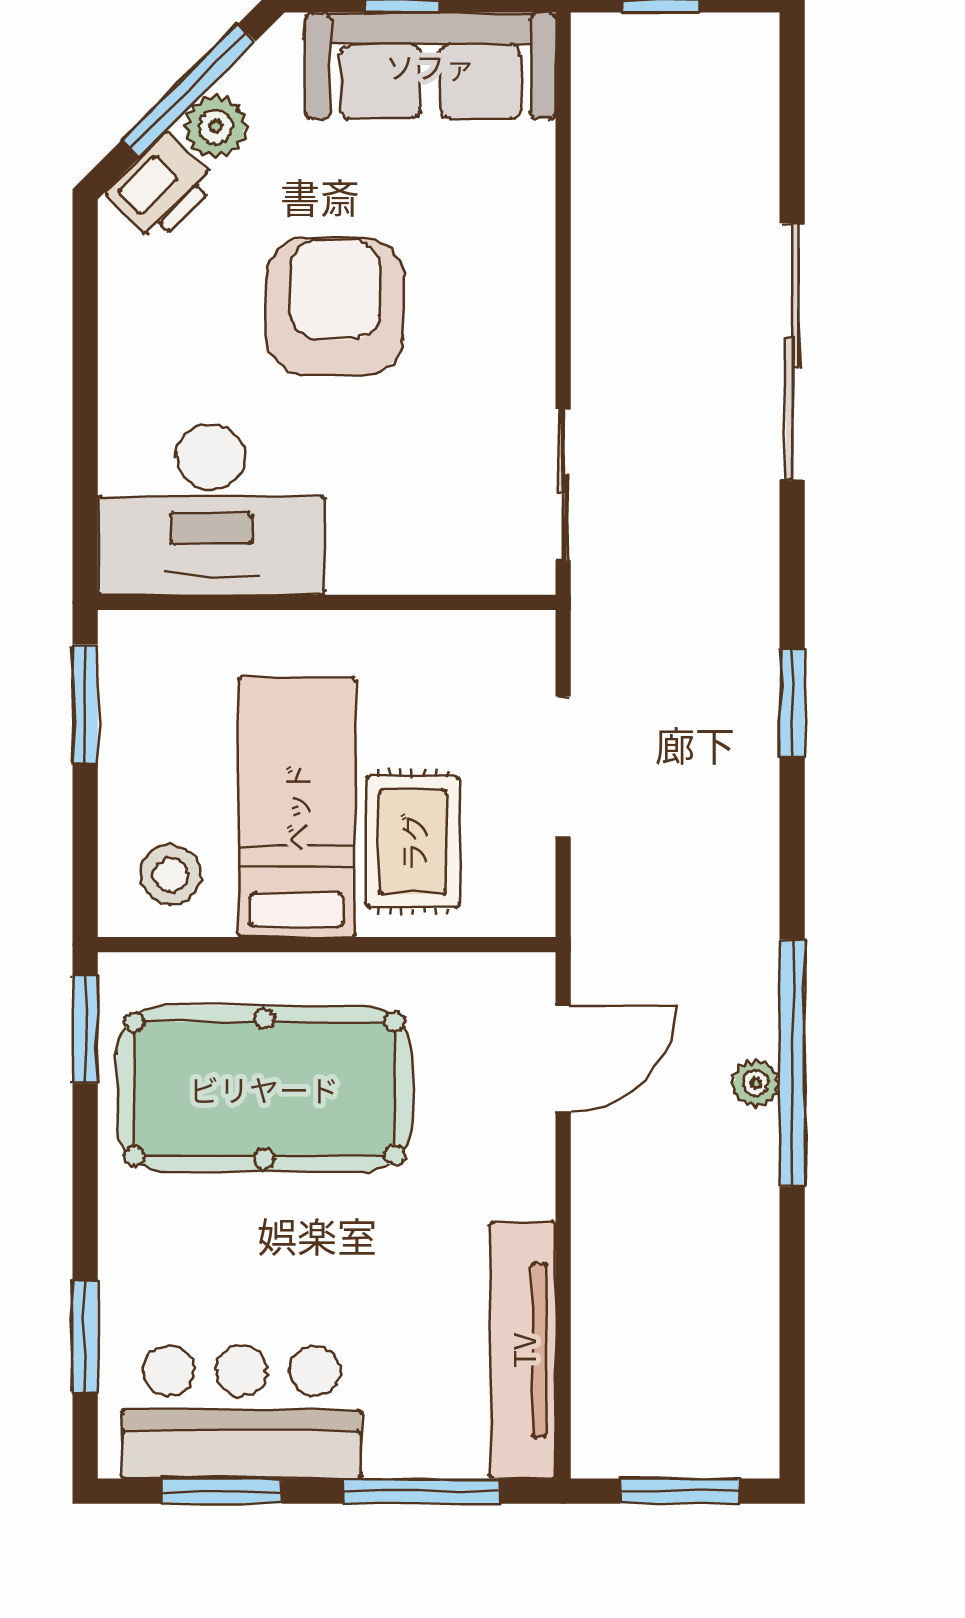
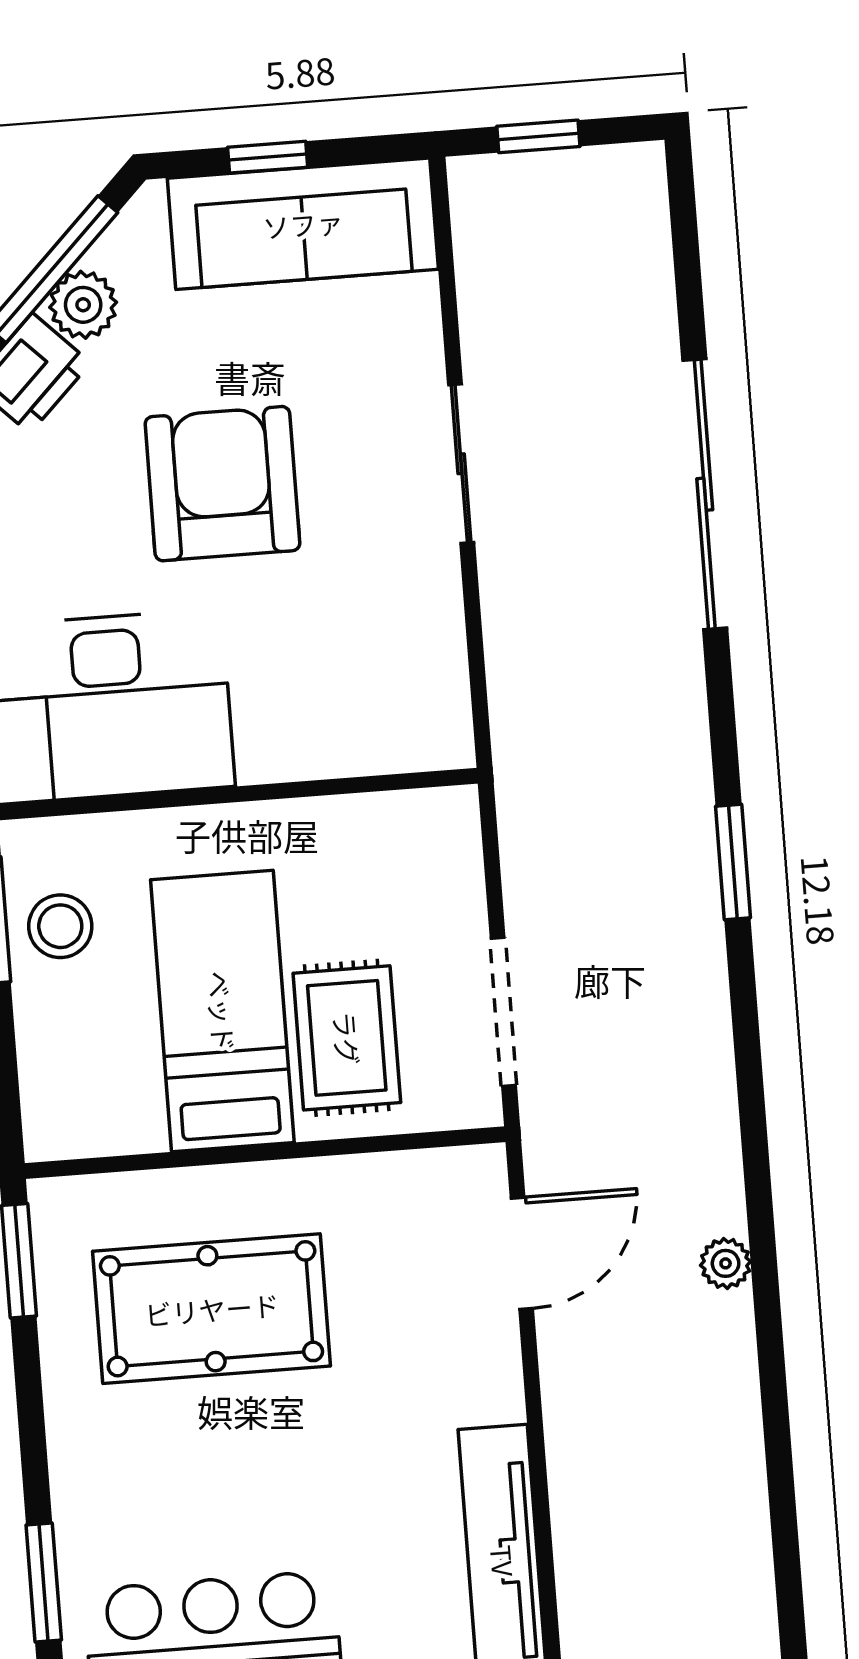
sliding door: (563, 485) -> (461, 464), moved
doorway: (563, 767) -> (503, 1012), moved
stool: (171, 875) -> (60, 926), moved
window: (792, 1063) -> (762, 1239), removed
pool table: (264, 1089) -> (212, 1309), width x0.73, depth x0.76

